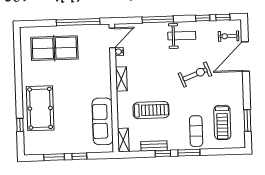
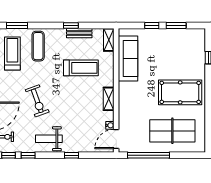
window: (158, 19) -> (72, 155), width x0.46
exercise bike: (195, 74) -> (37, 101), turned -89
pool table: (40, 108) -> (180, 92), moved, turned 90
treadmill: (151, 110) -> (81, 68), turned 180
window: (189, 153) -> (17, 25), moved

